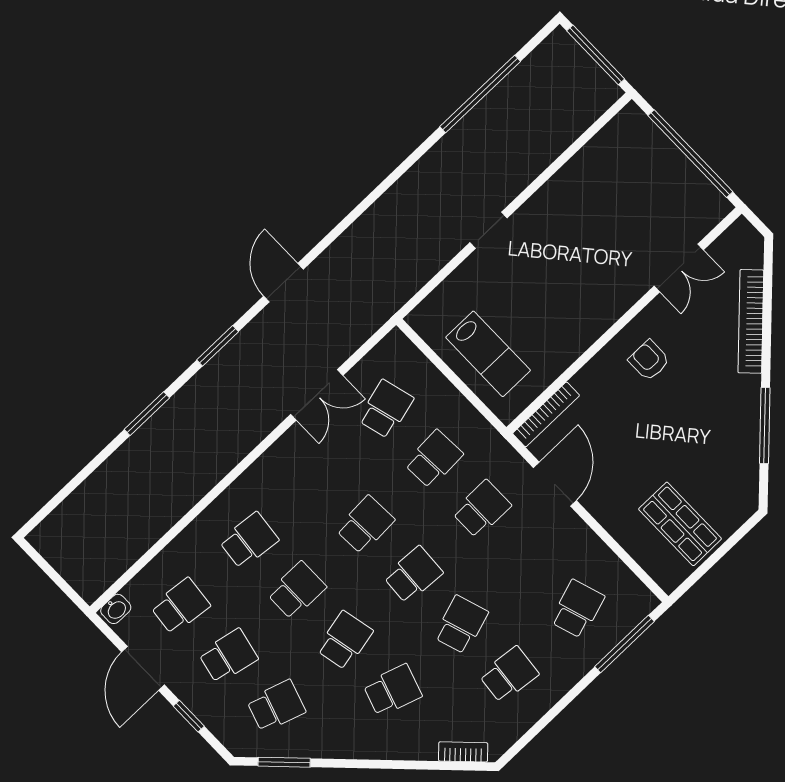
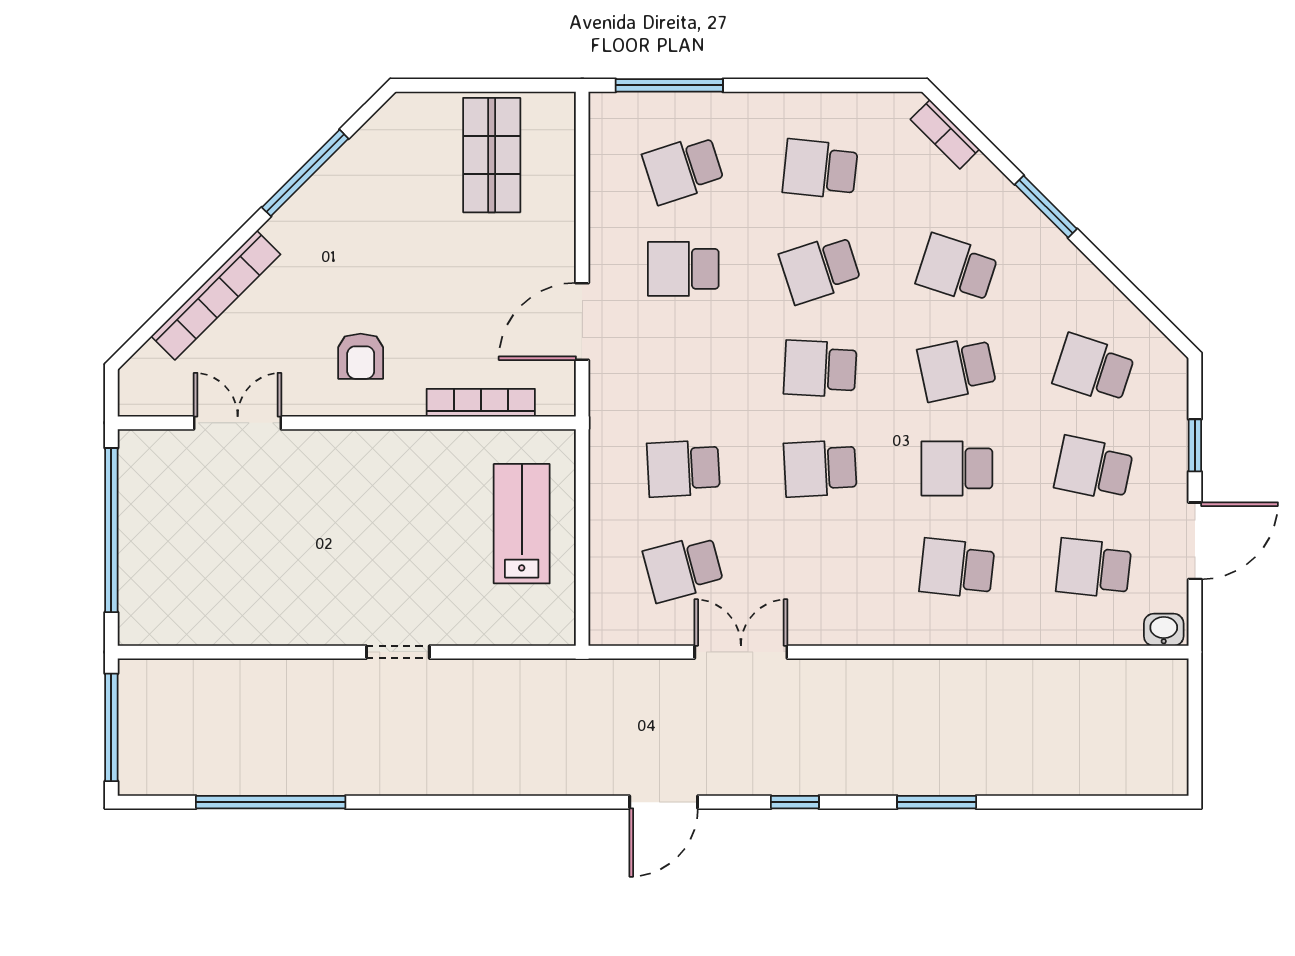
window: (218, 346) -> (795, 802), width x0.67
bookcase: (546, 414) -> (481, 403), moved
school desk: (482, 509) -> (683, 269), moved
window: (284, 762) -> (1046, 207), moved

